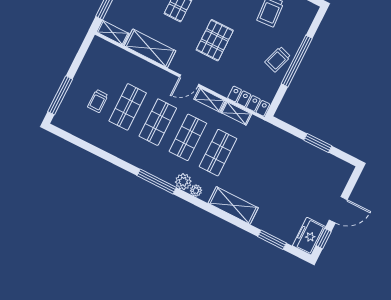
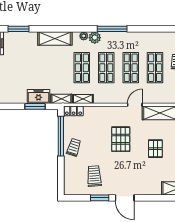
window: (297, 61) -> (61, 136), moved
door: (189, 81) -> (135, 105), moved
shelving: (210, 100) -> (61, 99), moved
locker: (249, 101) -> (74, 111), width x0.66
window: (318, 143) -> (35, 106), moved
freezer: (289, 144) -> (39, 96), added

